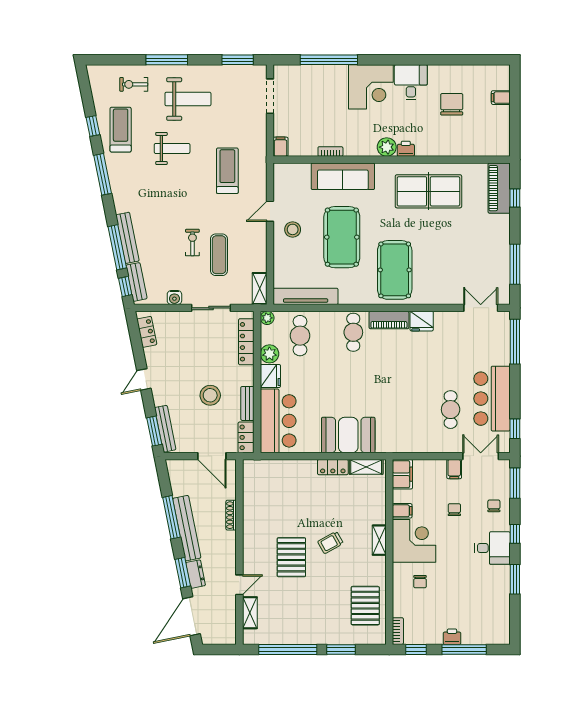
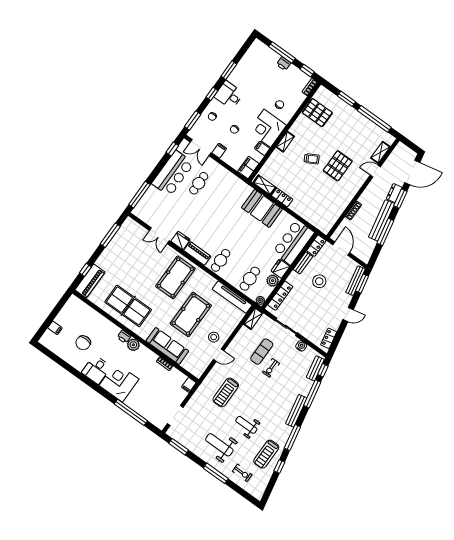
bench: (127, 238) -> (296, 411), moved
double door: (481, 308) -> (159, 236), moved
pallet: (365, 606) -> (317, 113), turned 90

